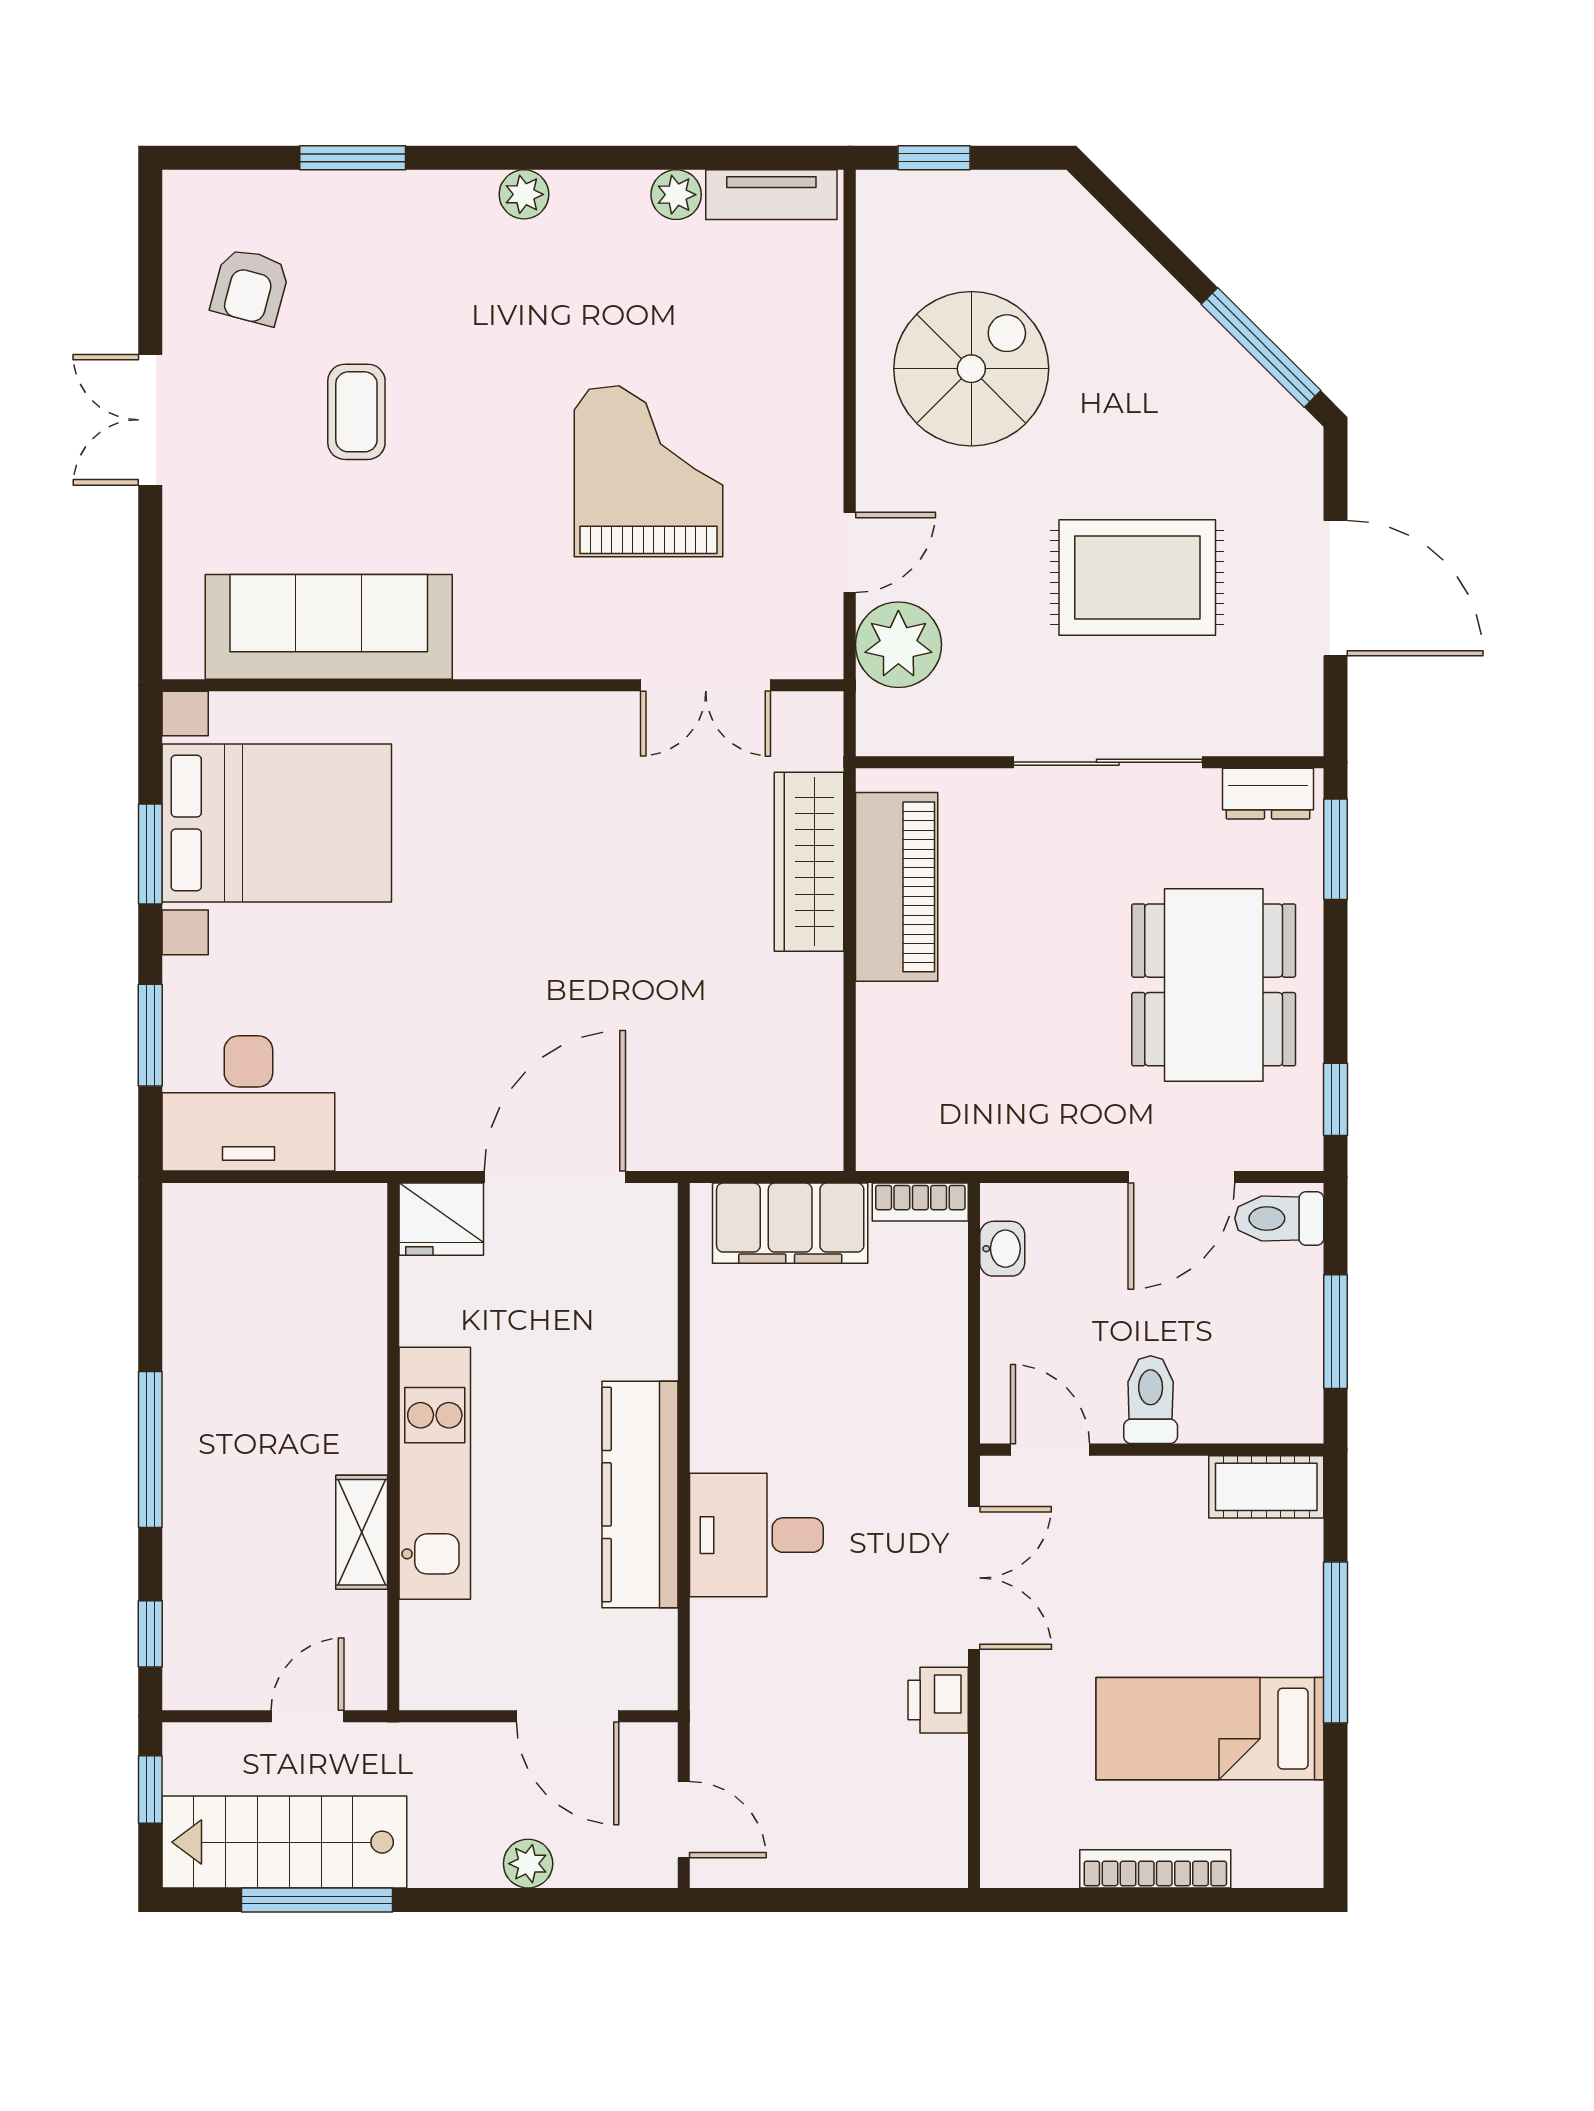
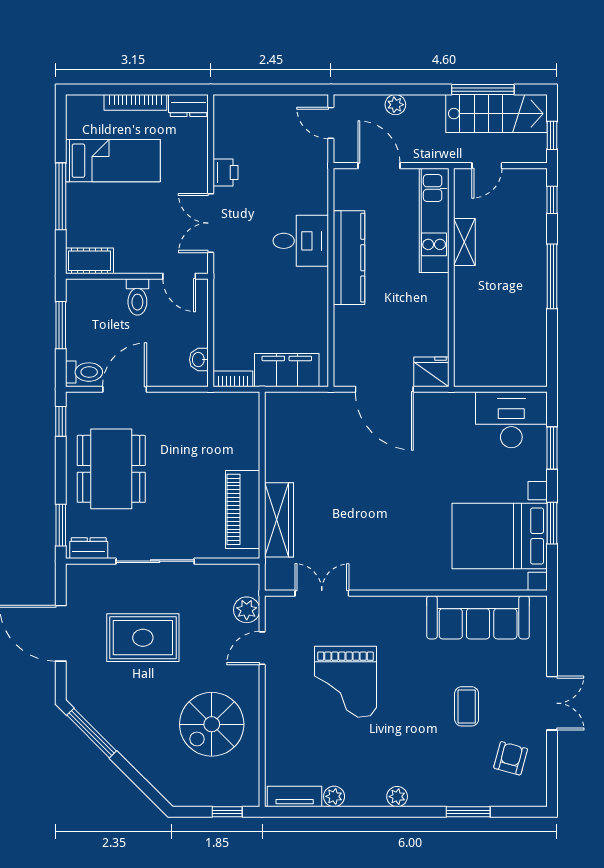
plant: (898, 645) -> (247, 610), width x0.73, depth x0.73
door: (555, 1177) -> (384, 389), hinge flipped
kitchen unit: (435, 1473) -> (434, 220), moved
dresser: (1028, 1861) -> (188, 106), added

